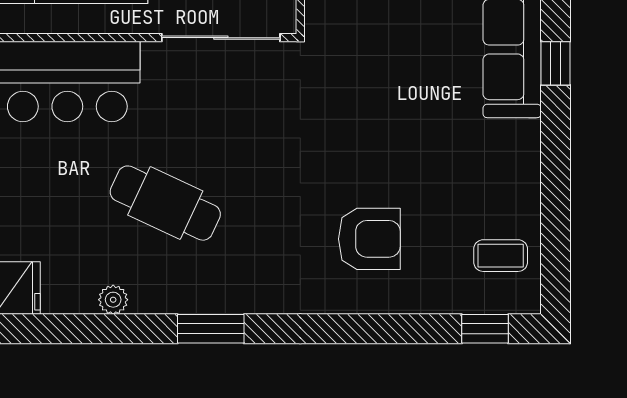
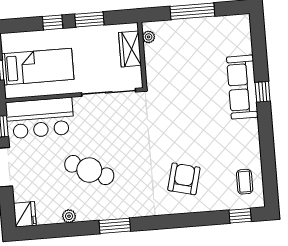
armchair: (369, 239) -> (184, 179), turned -76
coffee table: (501, 256) -> (245, 182), turned 90

